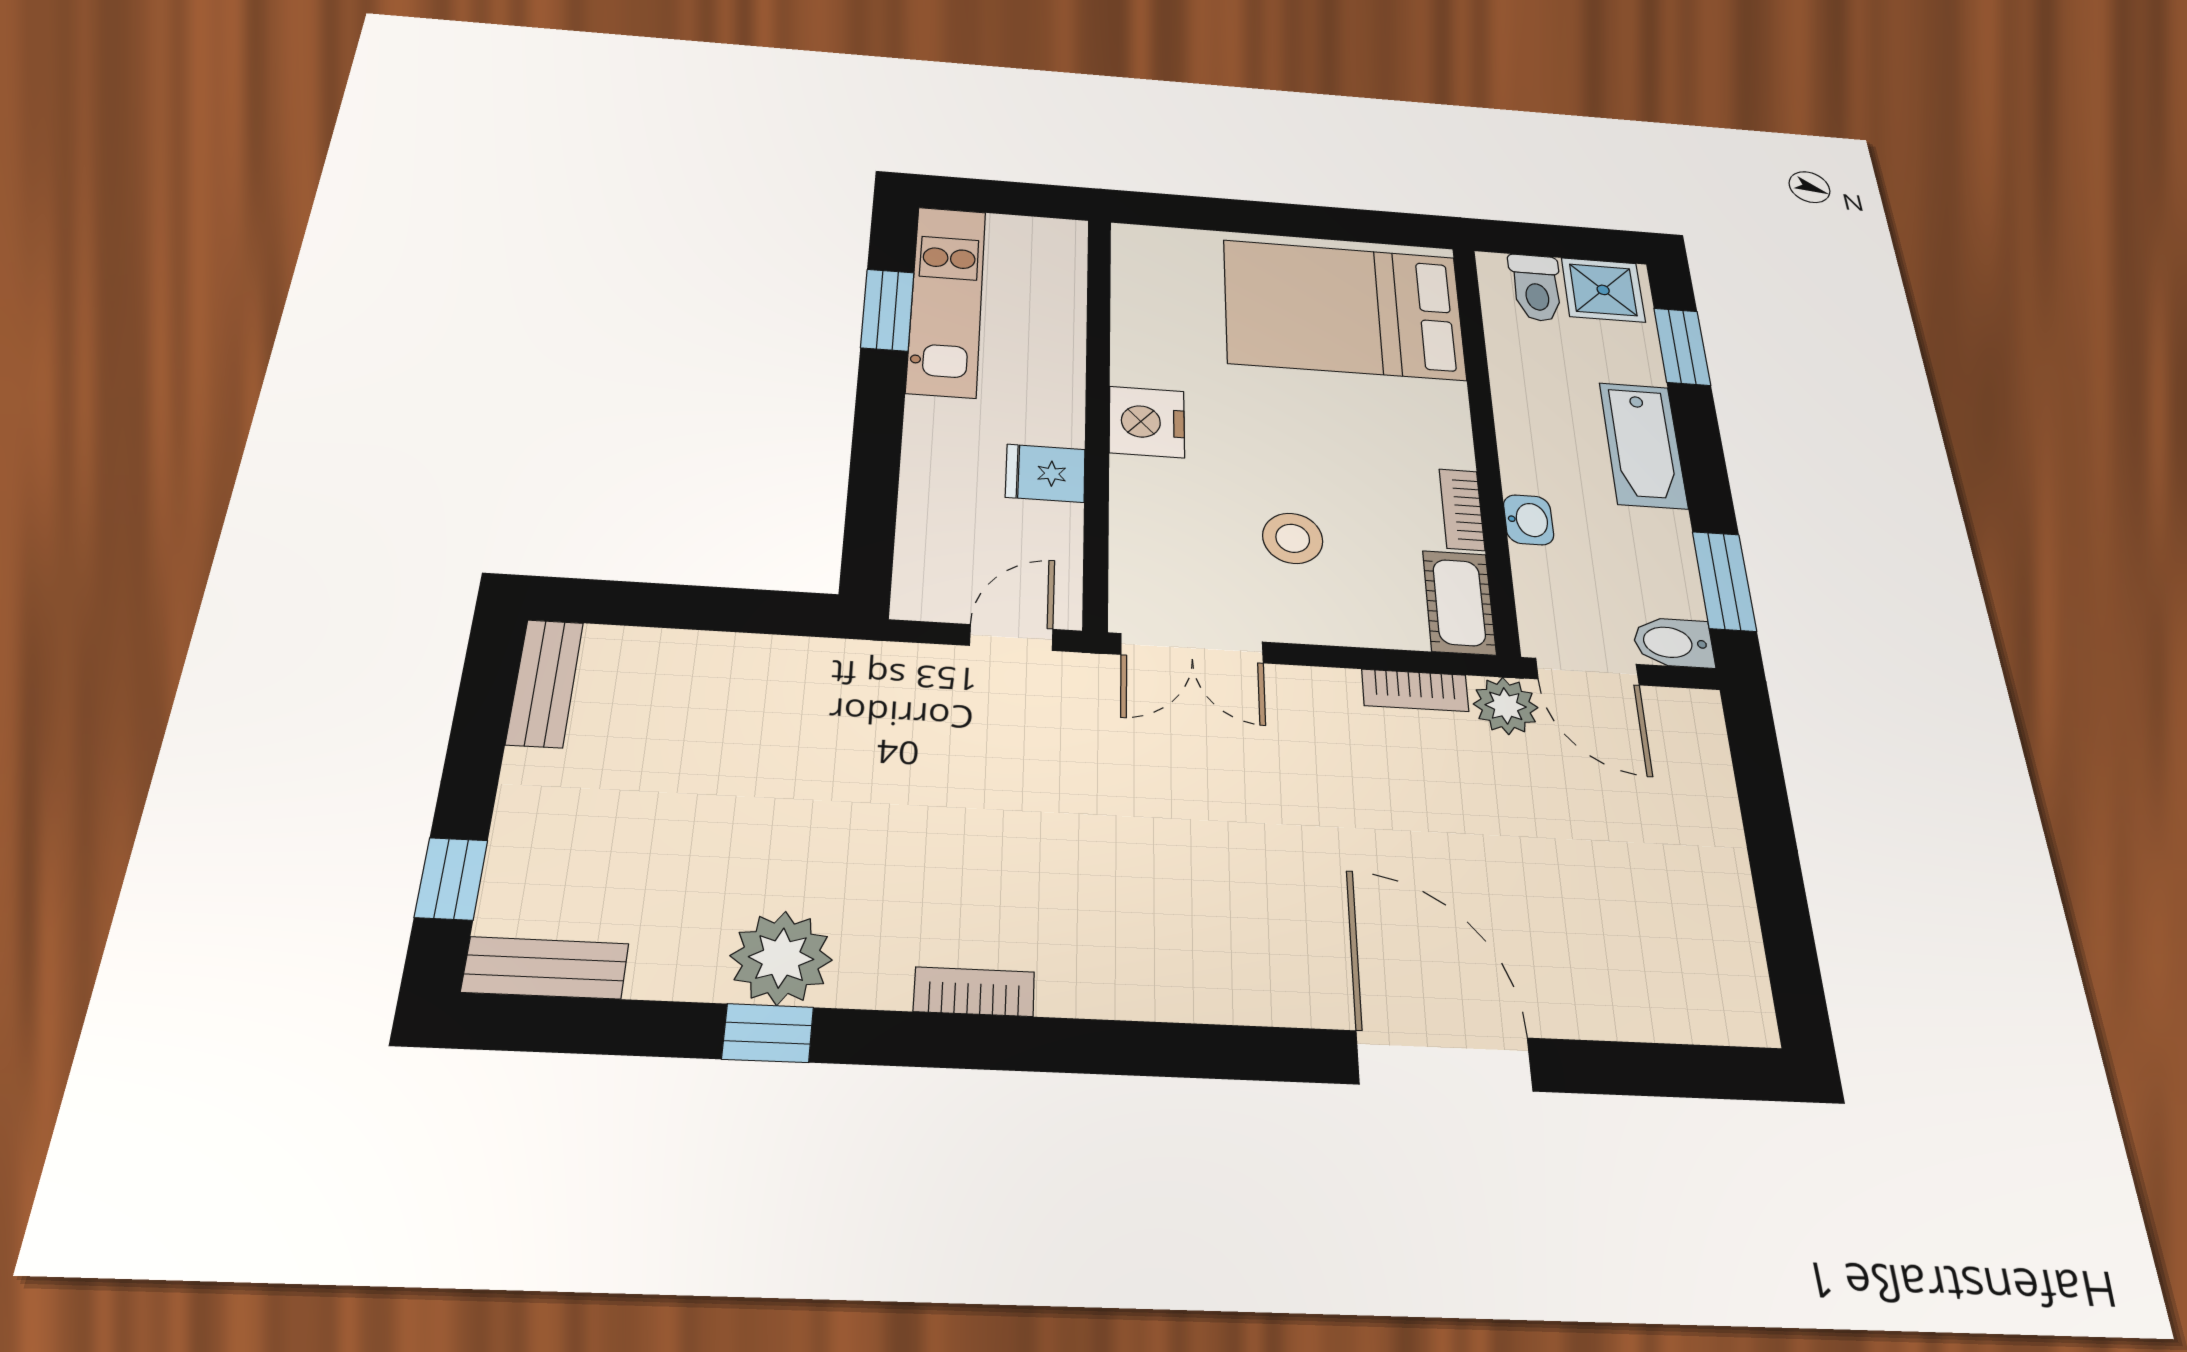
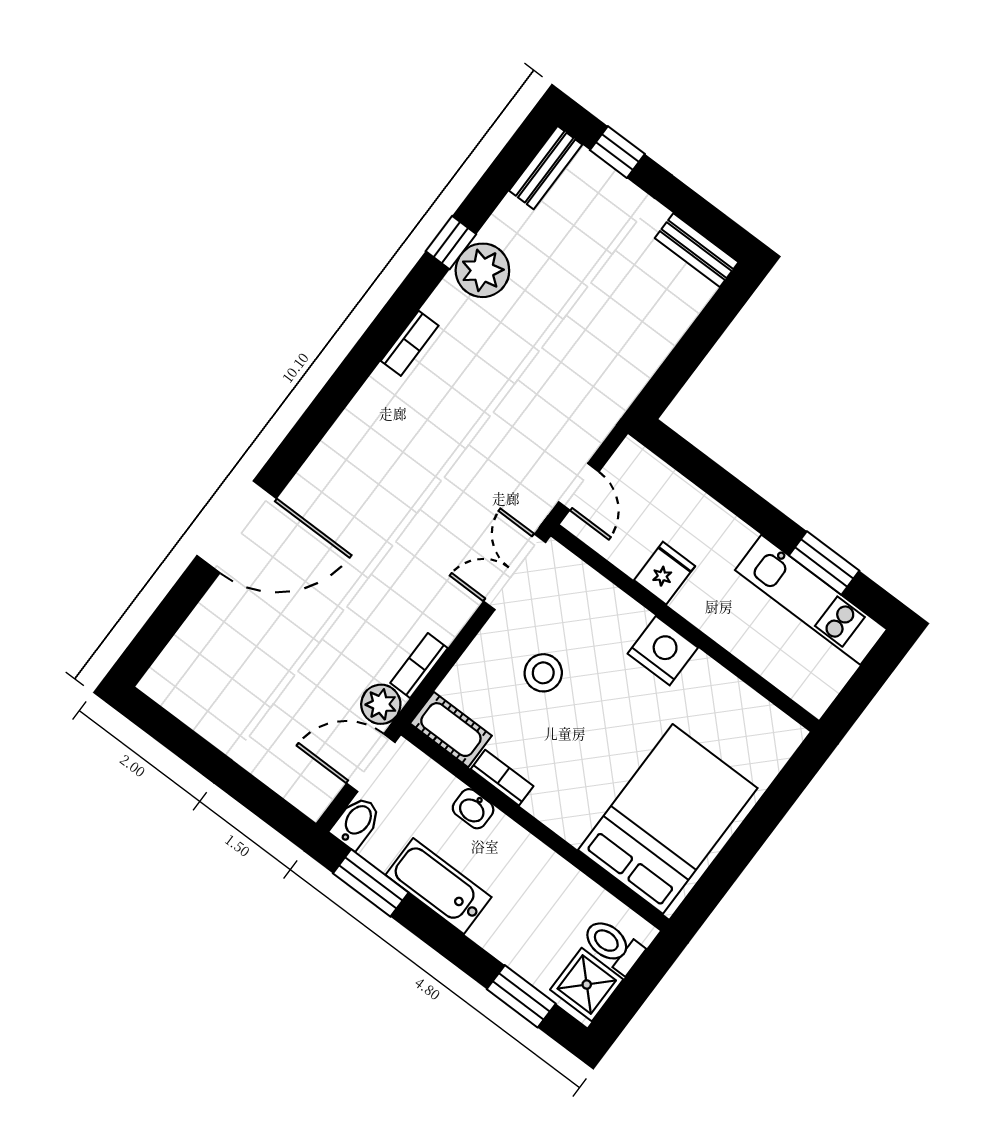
bathtub: (1643, 445) -> (438, 886), moved

